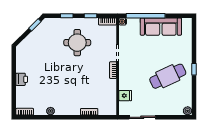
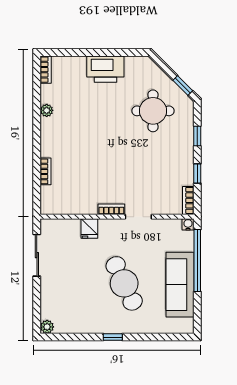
round table: (77, 43) -> (153, 111), moved
cafe table: (168, 76) -> (124, 283), moved
printer: (22, 79) -> (105, 69), width x1.87, depth x1.48
fridge: (125, 96) -> (89, 228), moved

